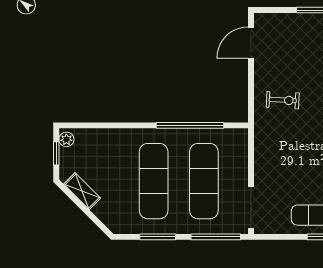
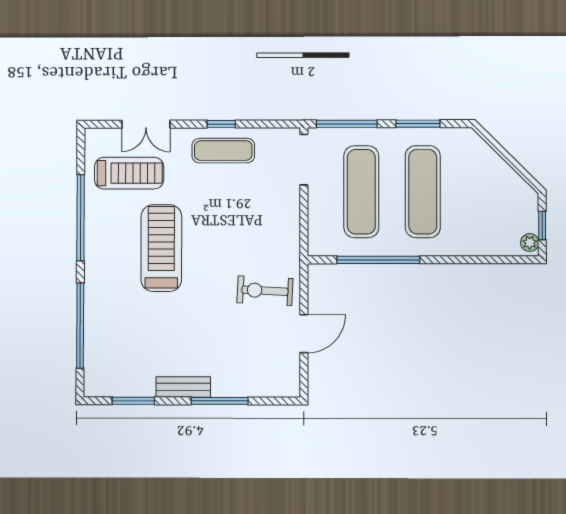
door: (251, 43) -> (304, 334), moved
exercise bike: (283, 100) -> (265, 291), width x1.38, depth x1.39
shelving: (82, 191) -> (510, 179), removed

